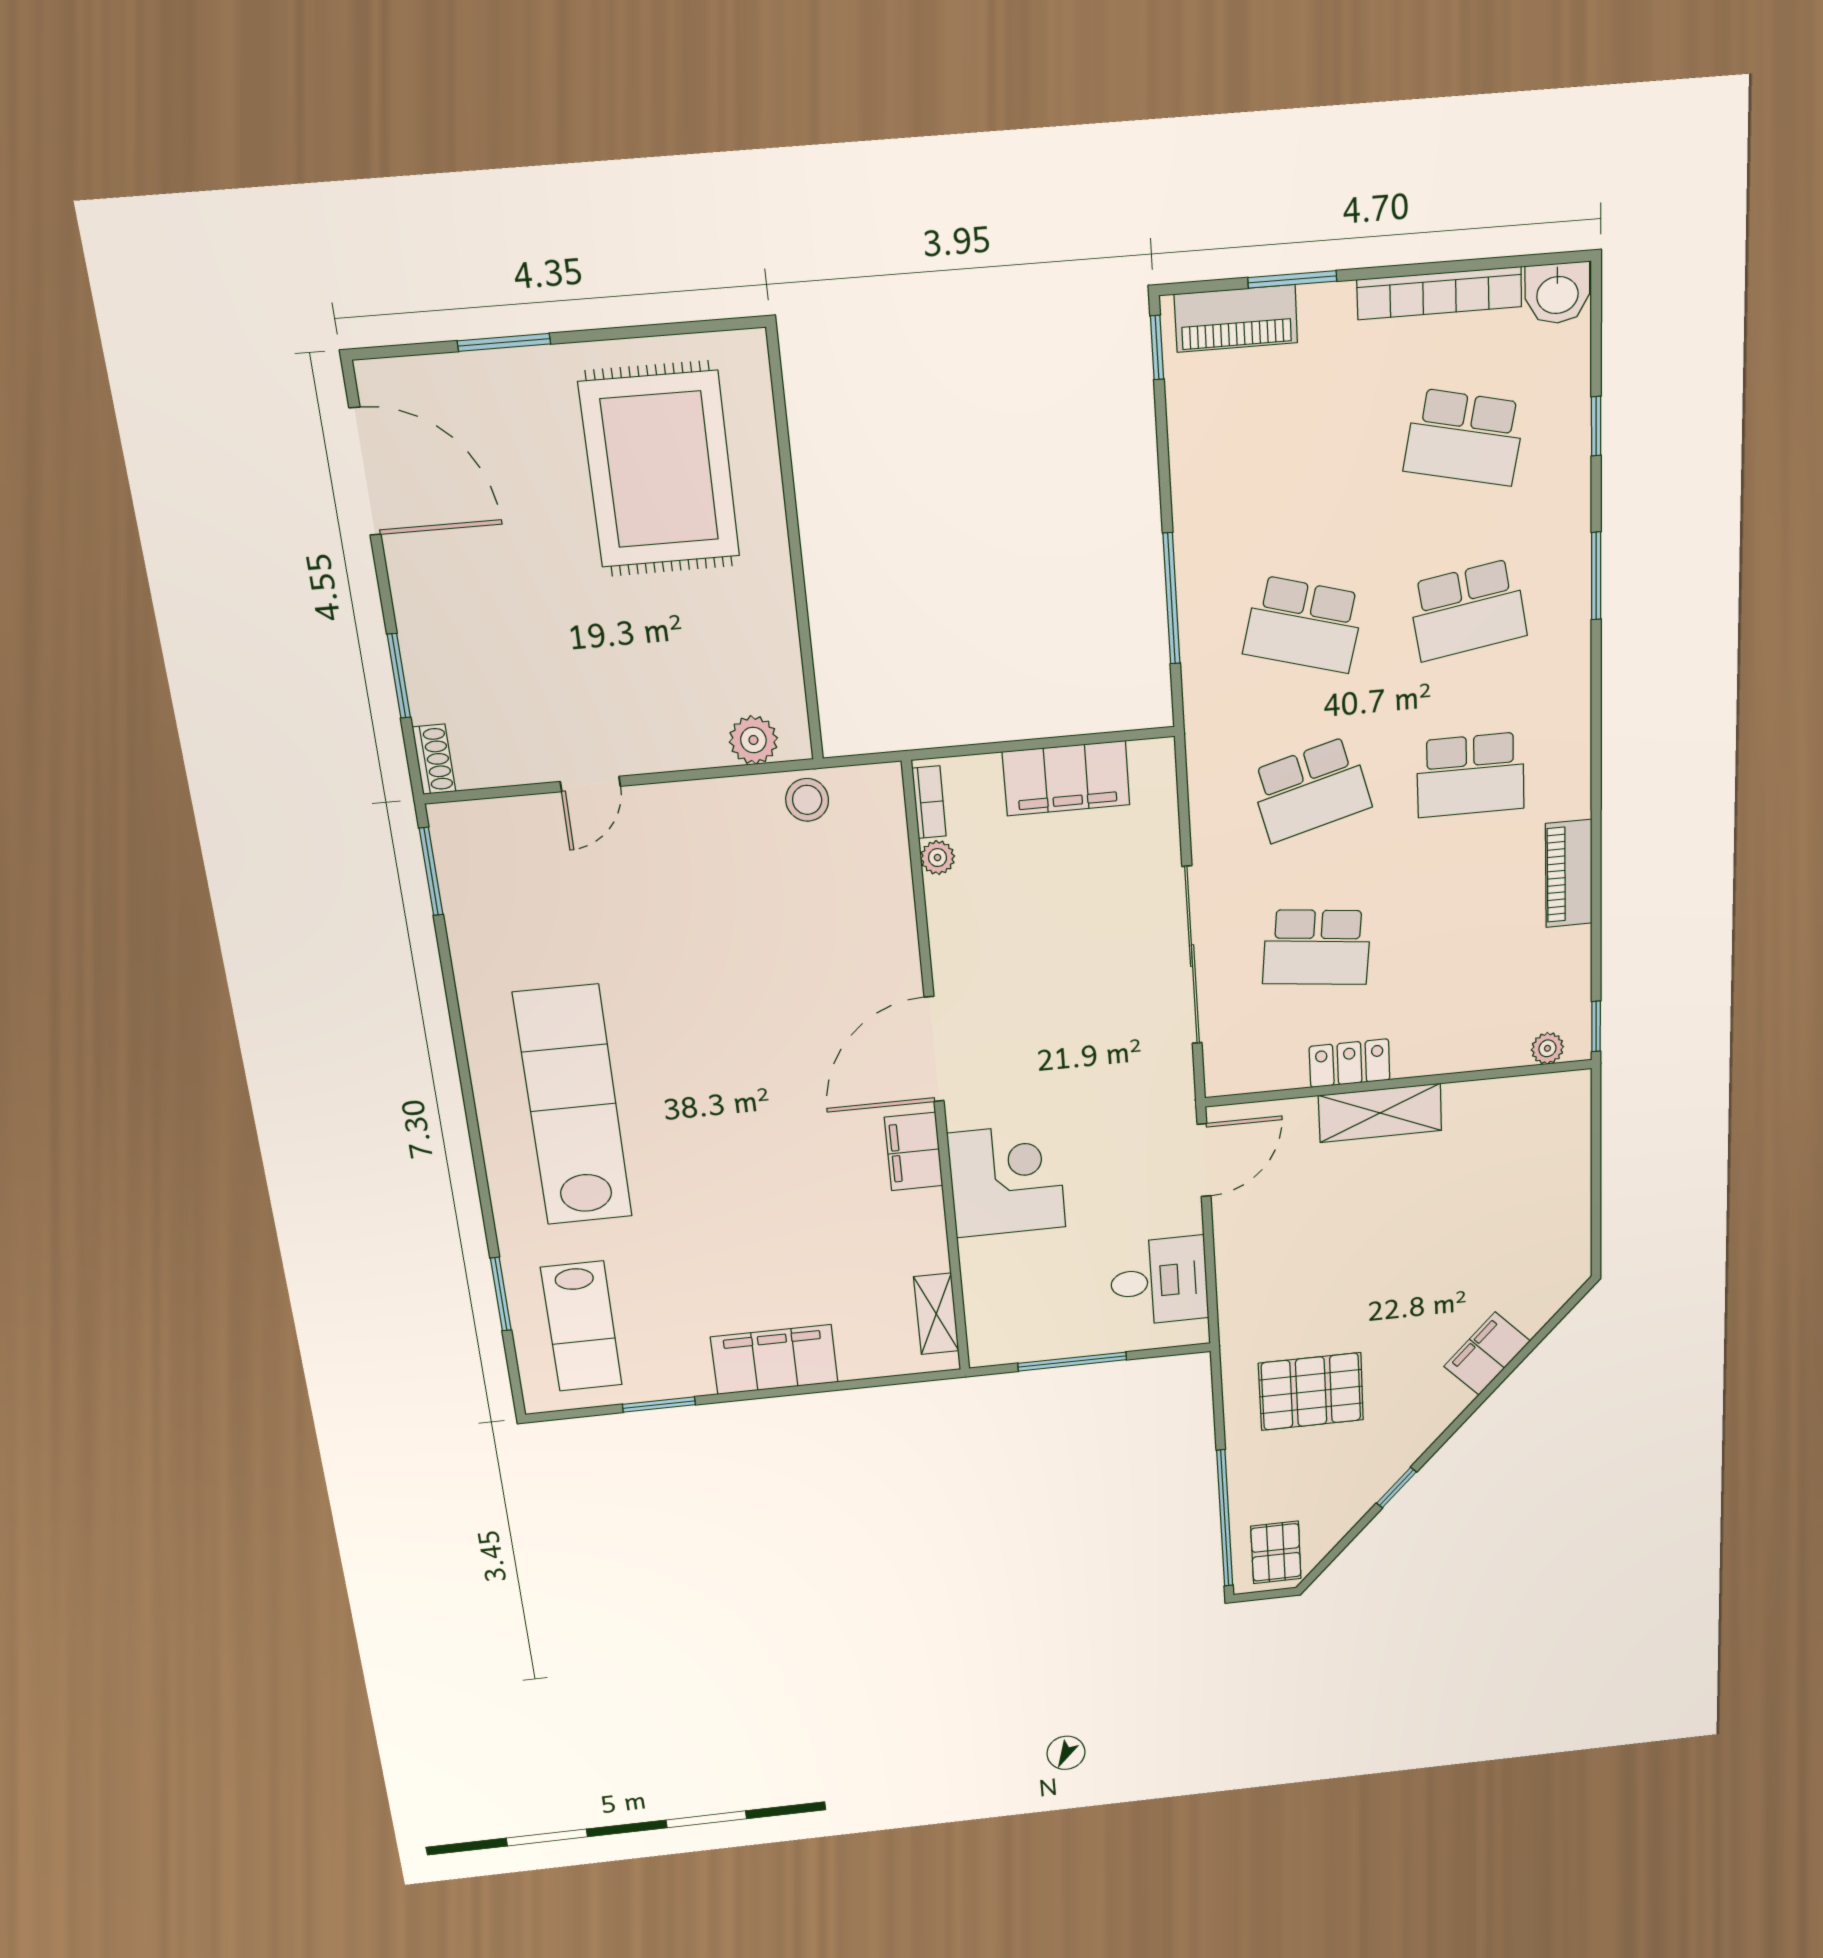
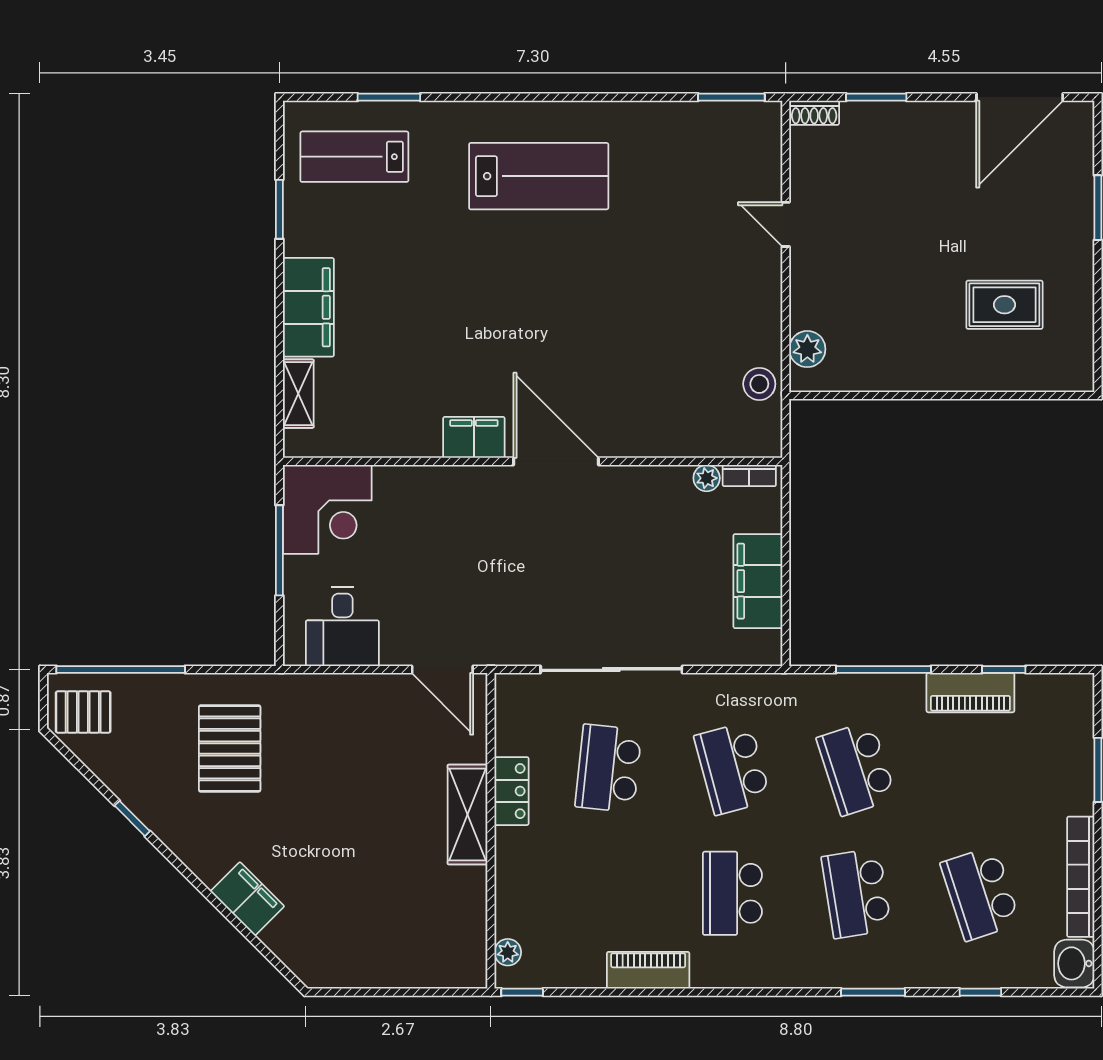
piano: (1236, 318) -> (970, 693), moved, turned -90
window: (1157, 347) -> (1004, 670), moved
school desk: (1465, 437) -> (980, 893), turned -30
rug: (660, 470) -> (1004, 305), width x0.54, depth x0.49
school desk: (1304, 624) -> (856, 768), turned -33
lab bench: (573, 1106) -> (539, 176), width x0.73
corner desk: (1007, 1180) -> (327, 509), moved
shelving: (936, 1314) -> (298, 394), moved, turned 90

